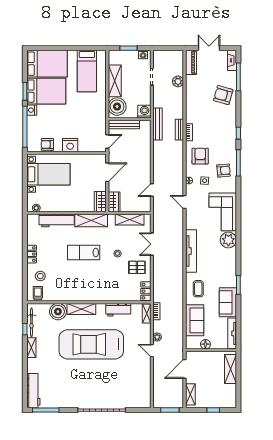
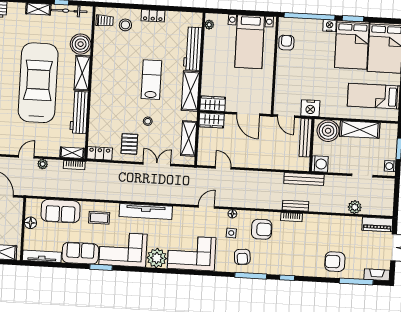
armchair: (223, 95) -> (335, 262), turned -106
nightstand: (70, 145) -> (310, 108), moved, turned -90
corner sofa: (223, 268) -> (123, 249), added
workbench: (118, 310) -> (79, 112), width x1.38

